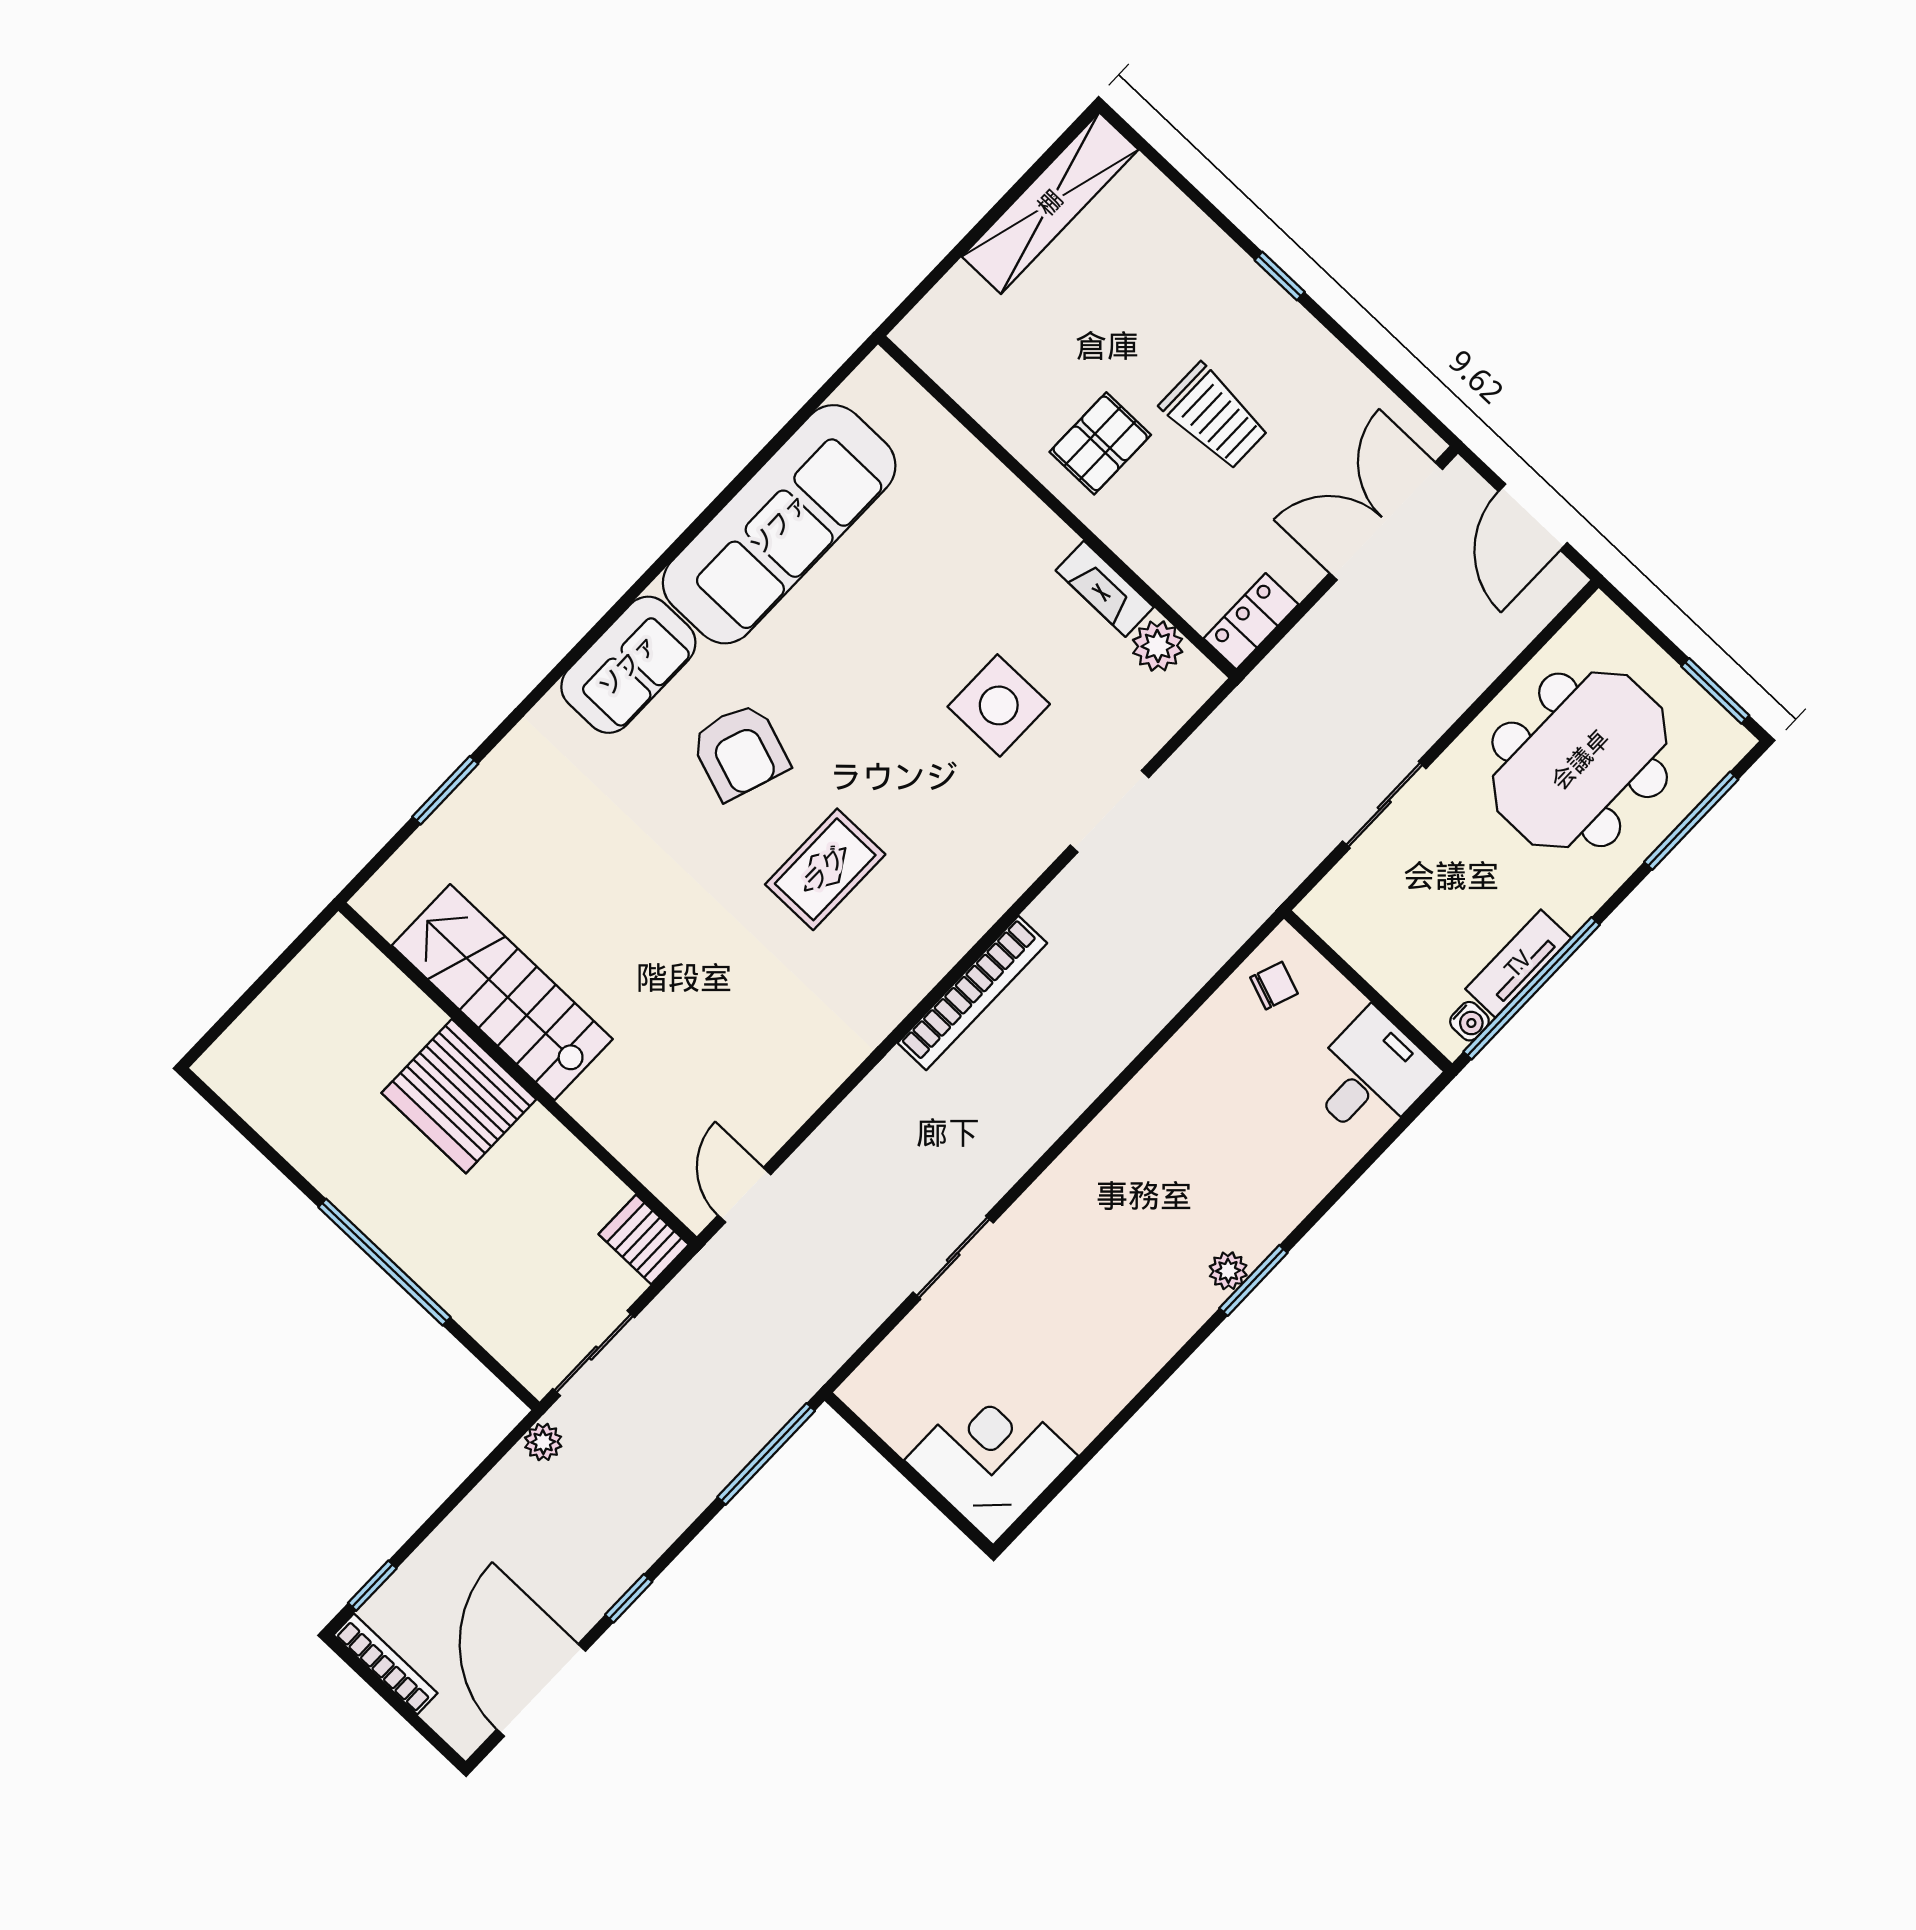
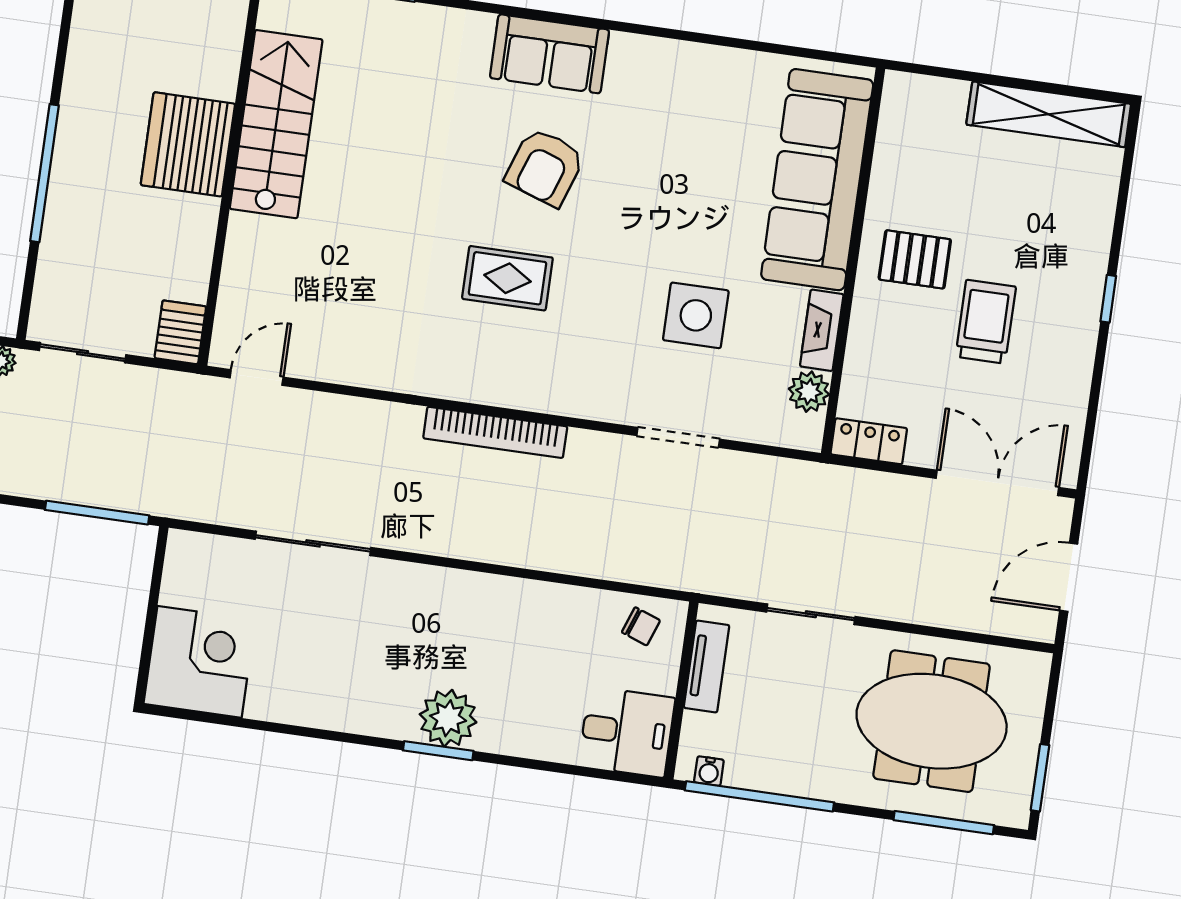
trolley: (1214, 417) -> (986, 322), turned 180
sofa: (779, 524) -> (817, 180), moved, turned 90
tv unit: (1518, 964) -> (707, 666), moved, turned 90
sliding door: (953, 1258) -> (313, 543), width x1.37
plant: (1228, 1271) -> (448, 718), width x1.87, depth x1.87

